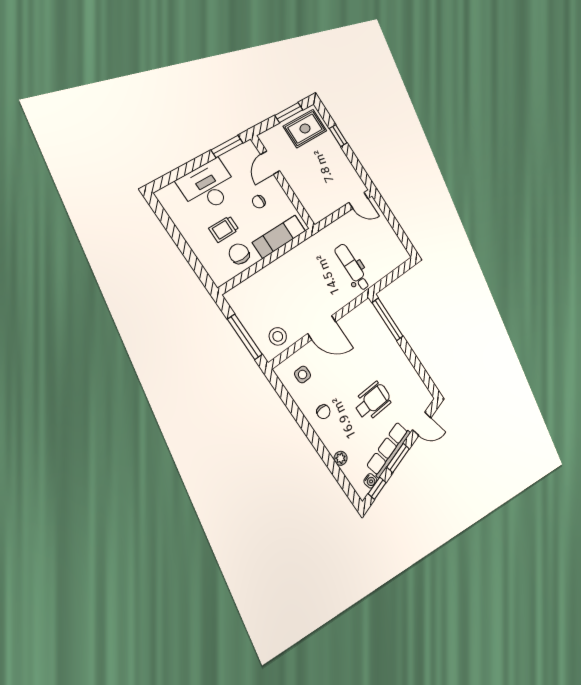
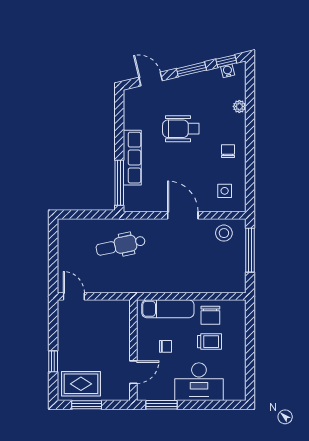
dental chair: (352, 267) -> (121, 245), turned 78
row of seats: (389, 449) -> (132, 158), moved, turned -77

